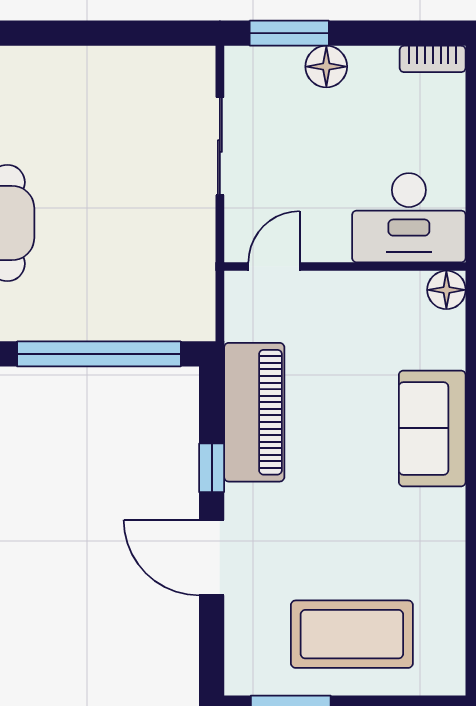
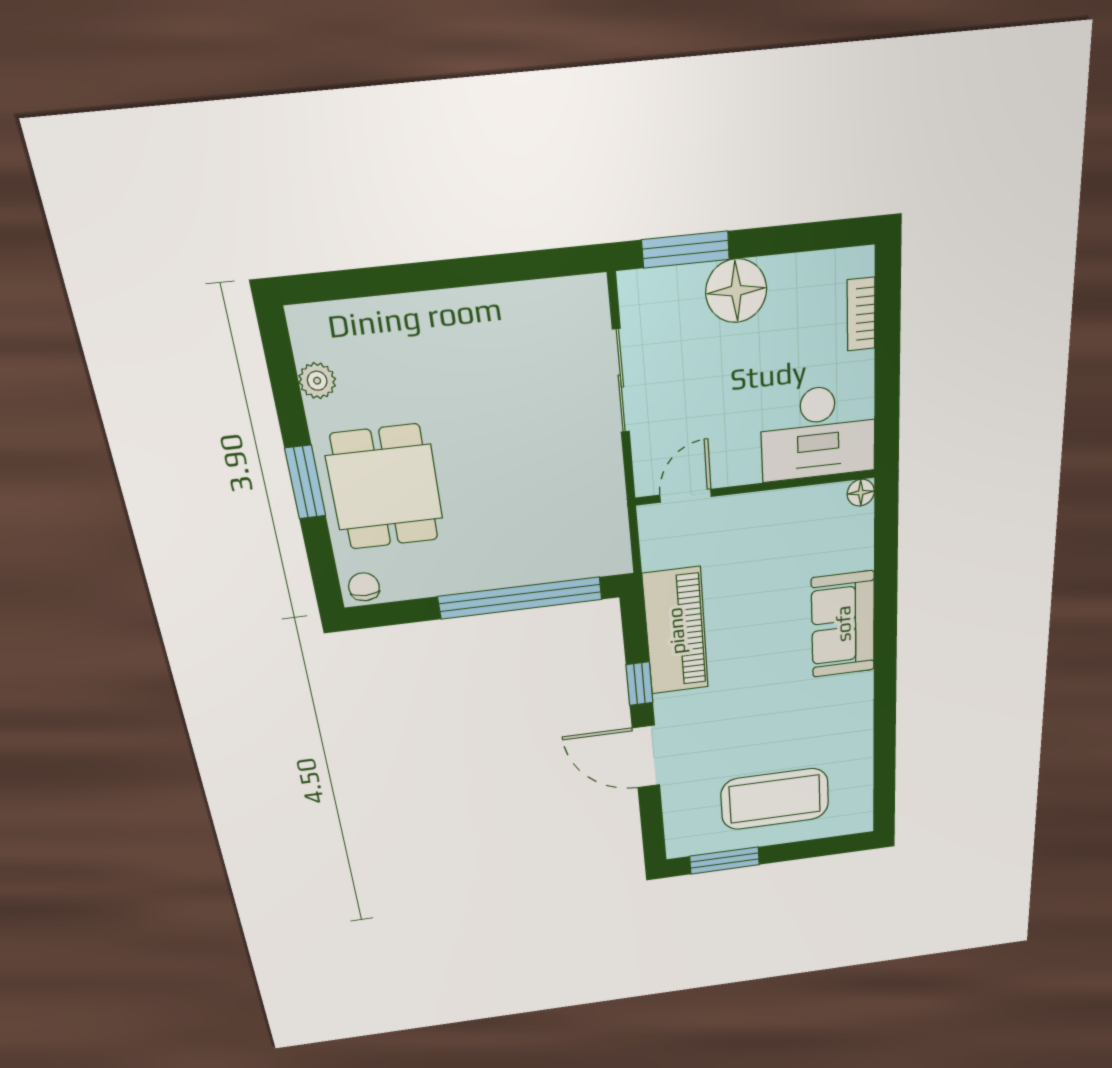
bookcase: (433, 59) -> (861, 314), moved, turned 90
floor lamp: (326, 67) -> (736, 291), width x1.38, depth x1.38
floor lamp: (446, 290) -> (861, 493), width x0.73, depth x0.73

